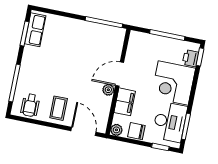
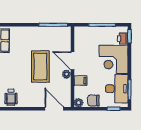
door: (120, 74) -> (72, 61), hinge flipped
filing cabinet: (125, 102) -> (80, 81), width x0.50
coffee table: (59, 108) -> (40, 67), moved, width x1.86, depth x1.72

